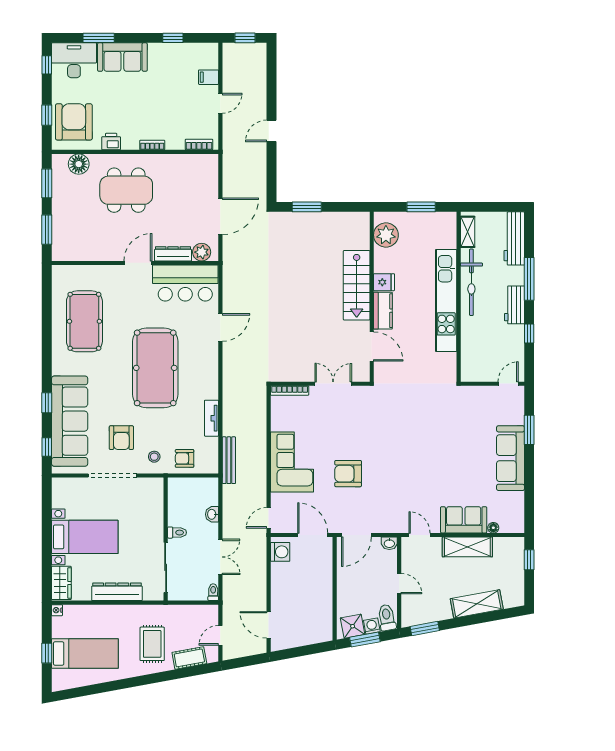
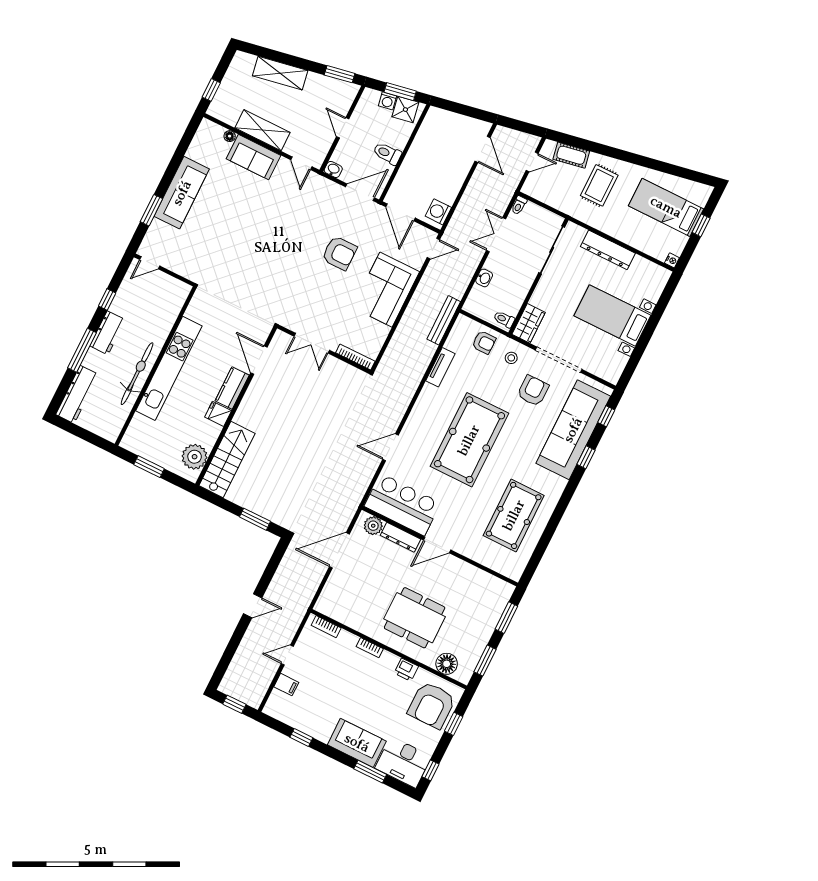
shelving: (468, 232) -> (117, 422), removed
stairs: (357, 285) -> (227, 459), moved
toilet: (177, 533) -> (504, 319), moved
wardrobe: (61, 583) -> (529, 323), moved, turned 180
toilet: (387, 618) -> (387, 153), moved, turned 100

